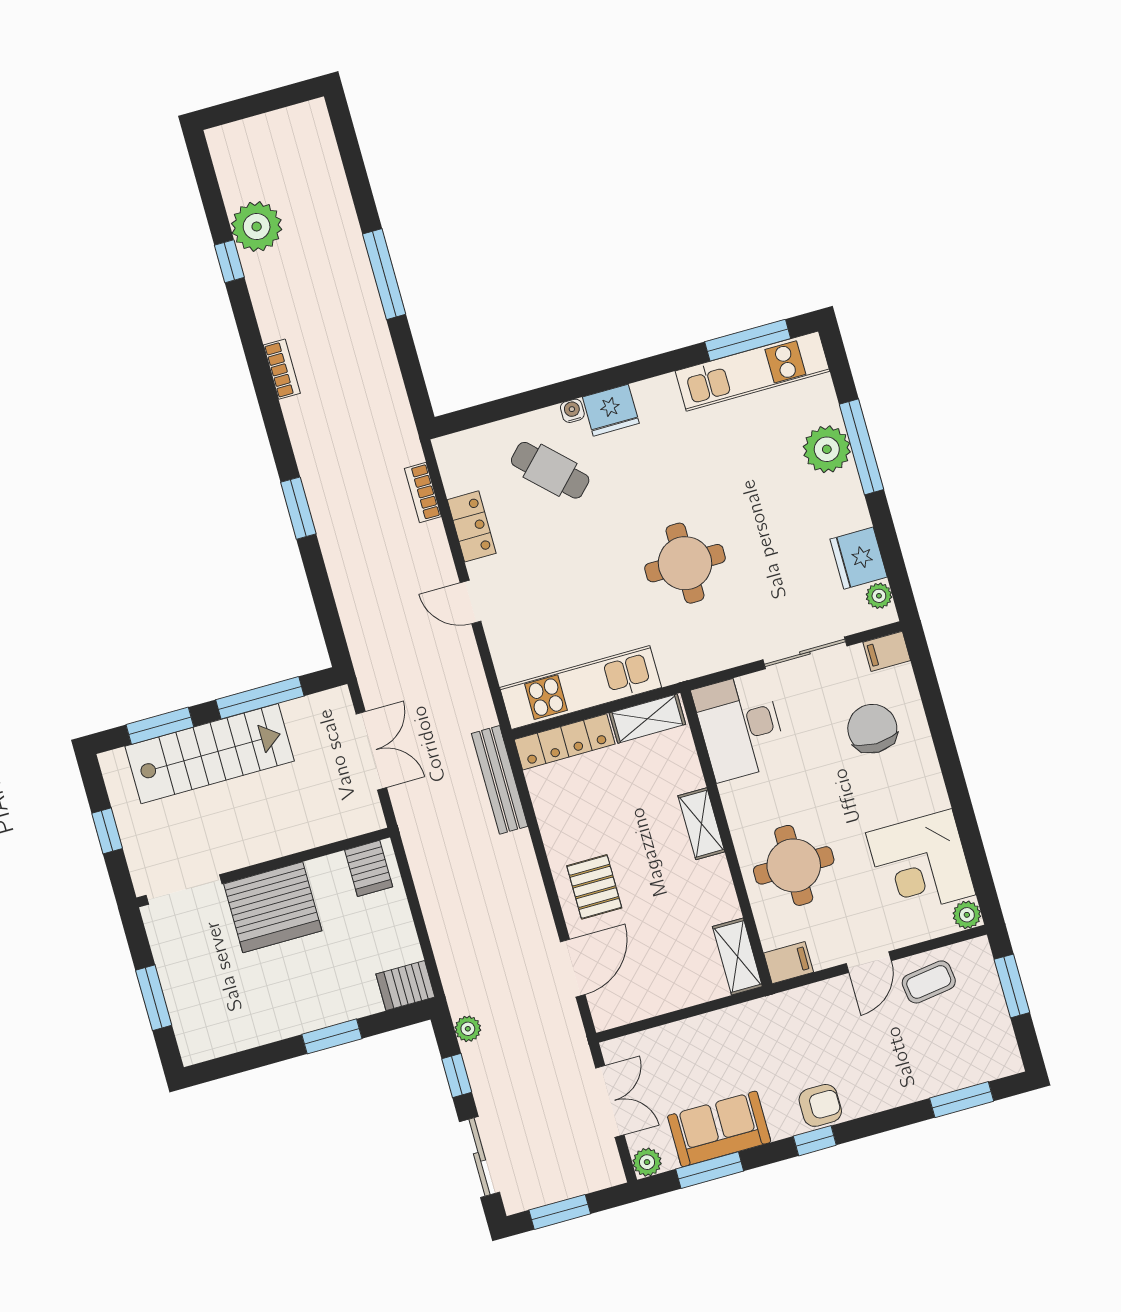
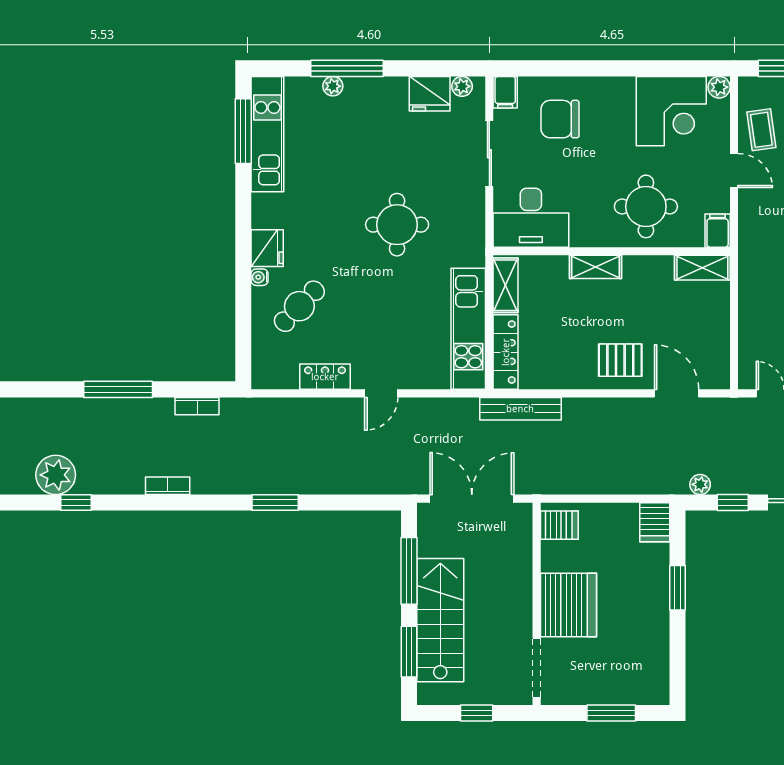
plant: (827, 449) -> (333, 86), width x0.53, depth x0.53
bookcase: (423, 493) -> (197, 406), moved
double door: (371, 751) -> (472, 499), width x1.37

